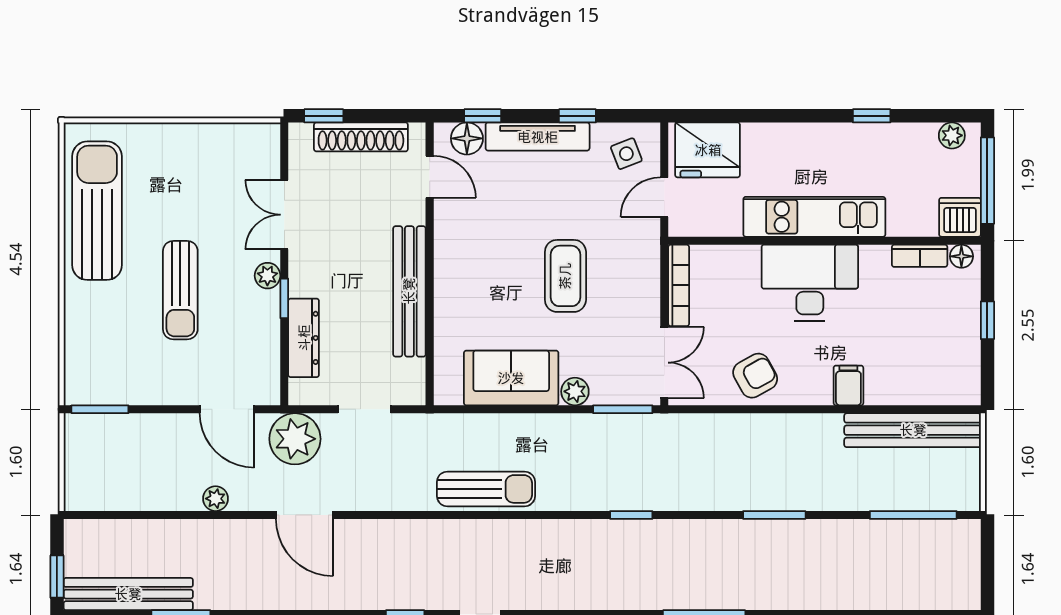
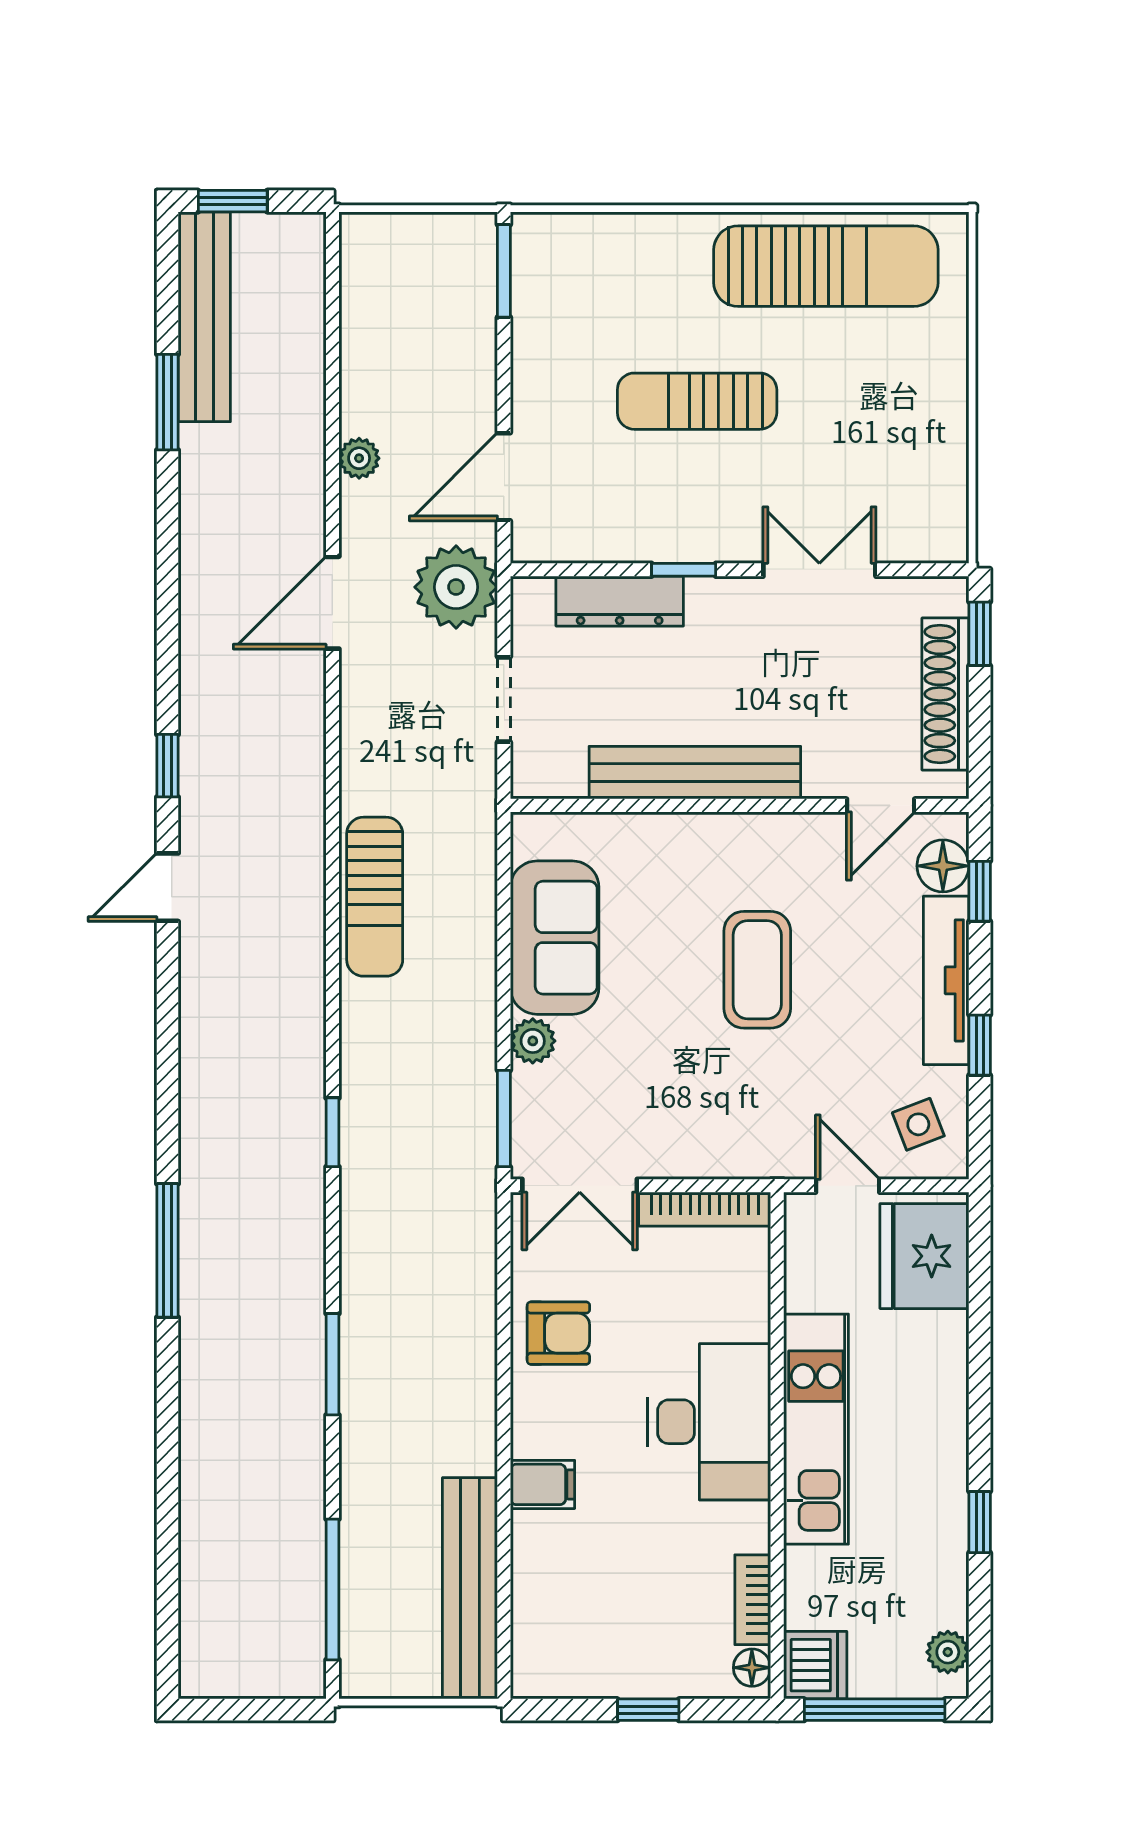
plant: (267, 276) -> (721, 542), removed
coffee table: (565, 276) -> (757, 970), moved, turned 90
armchair: (755, 376) -> (558, 1333), turned -61

